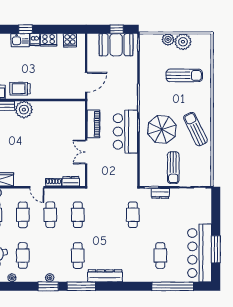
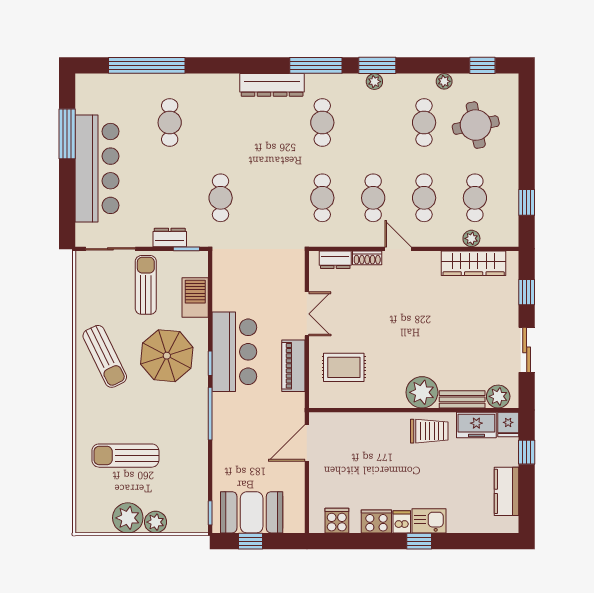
rug: (66, 123) -> (344, 367), added
barbecue: (147, 161) -> (195, 298), added
bar counter: (200, 253) -> (97, 168), moved

